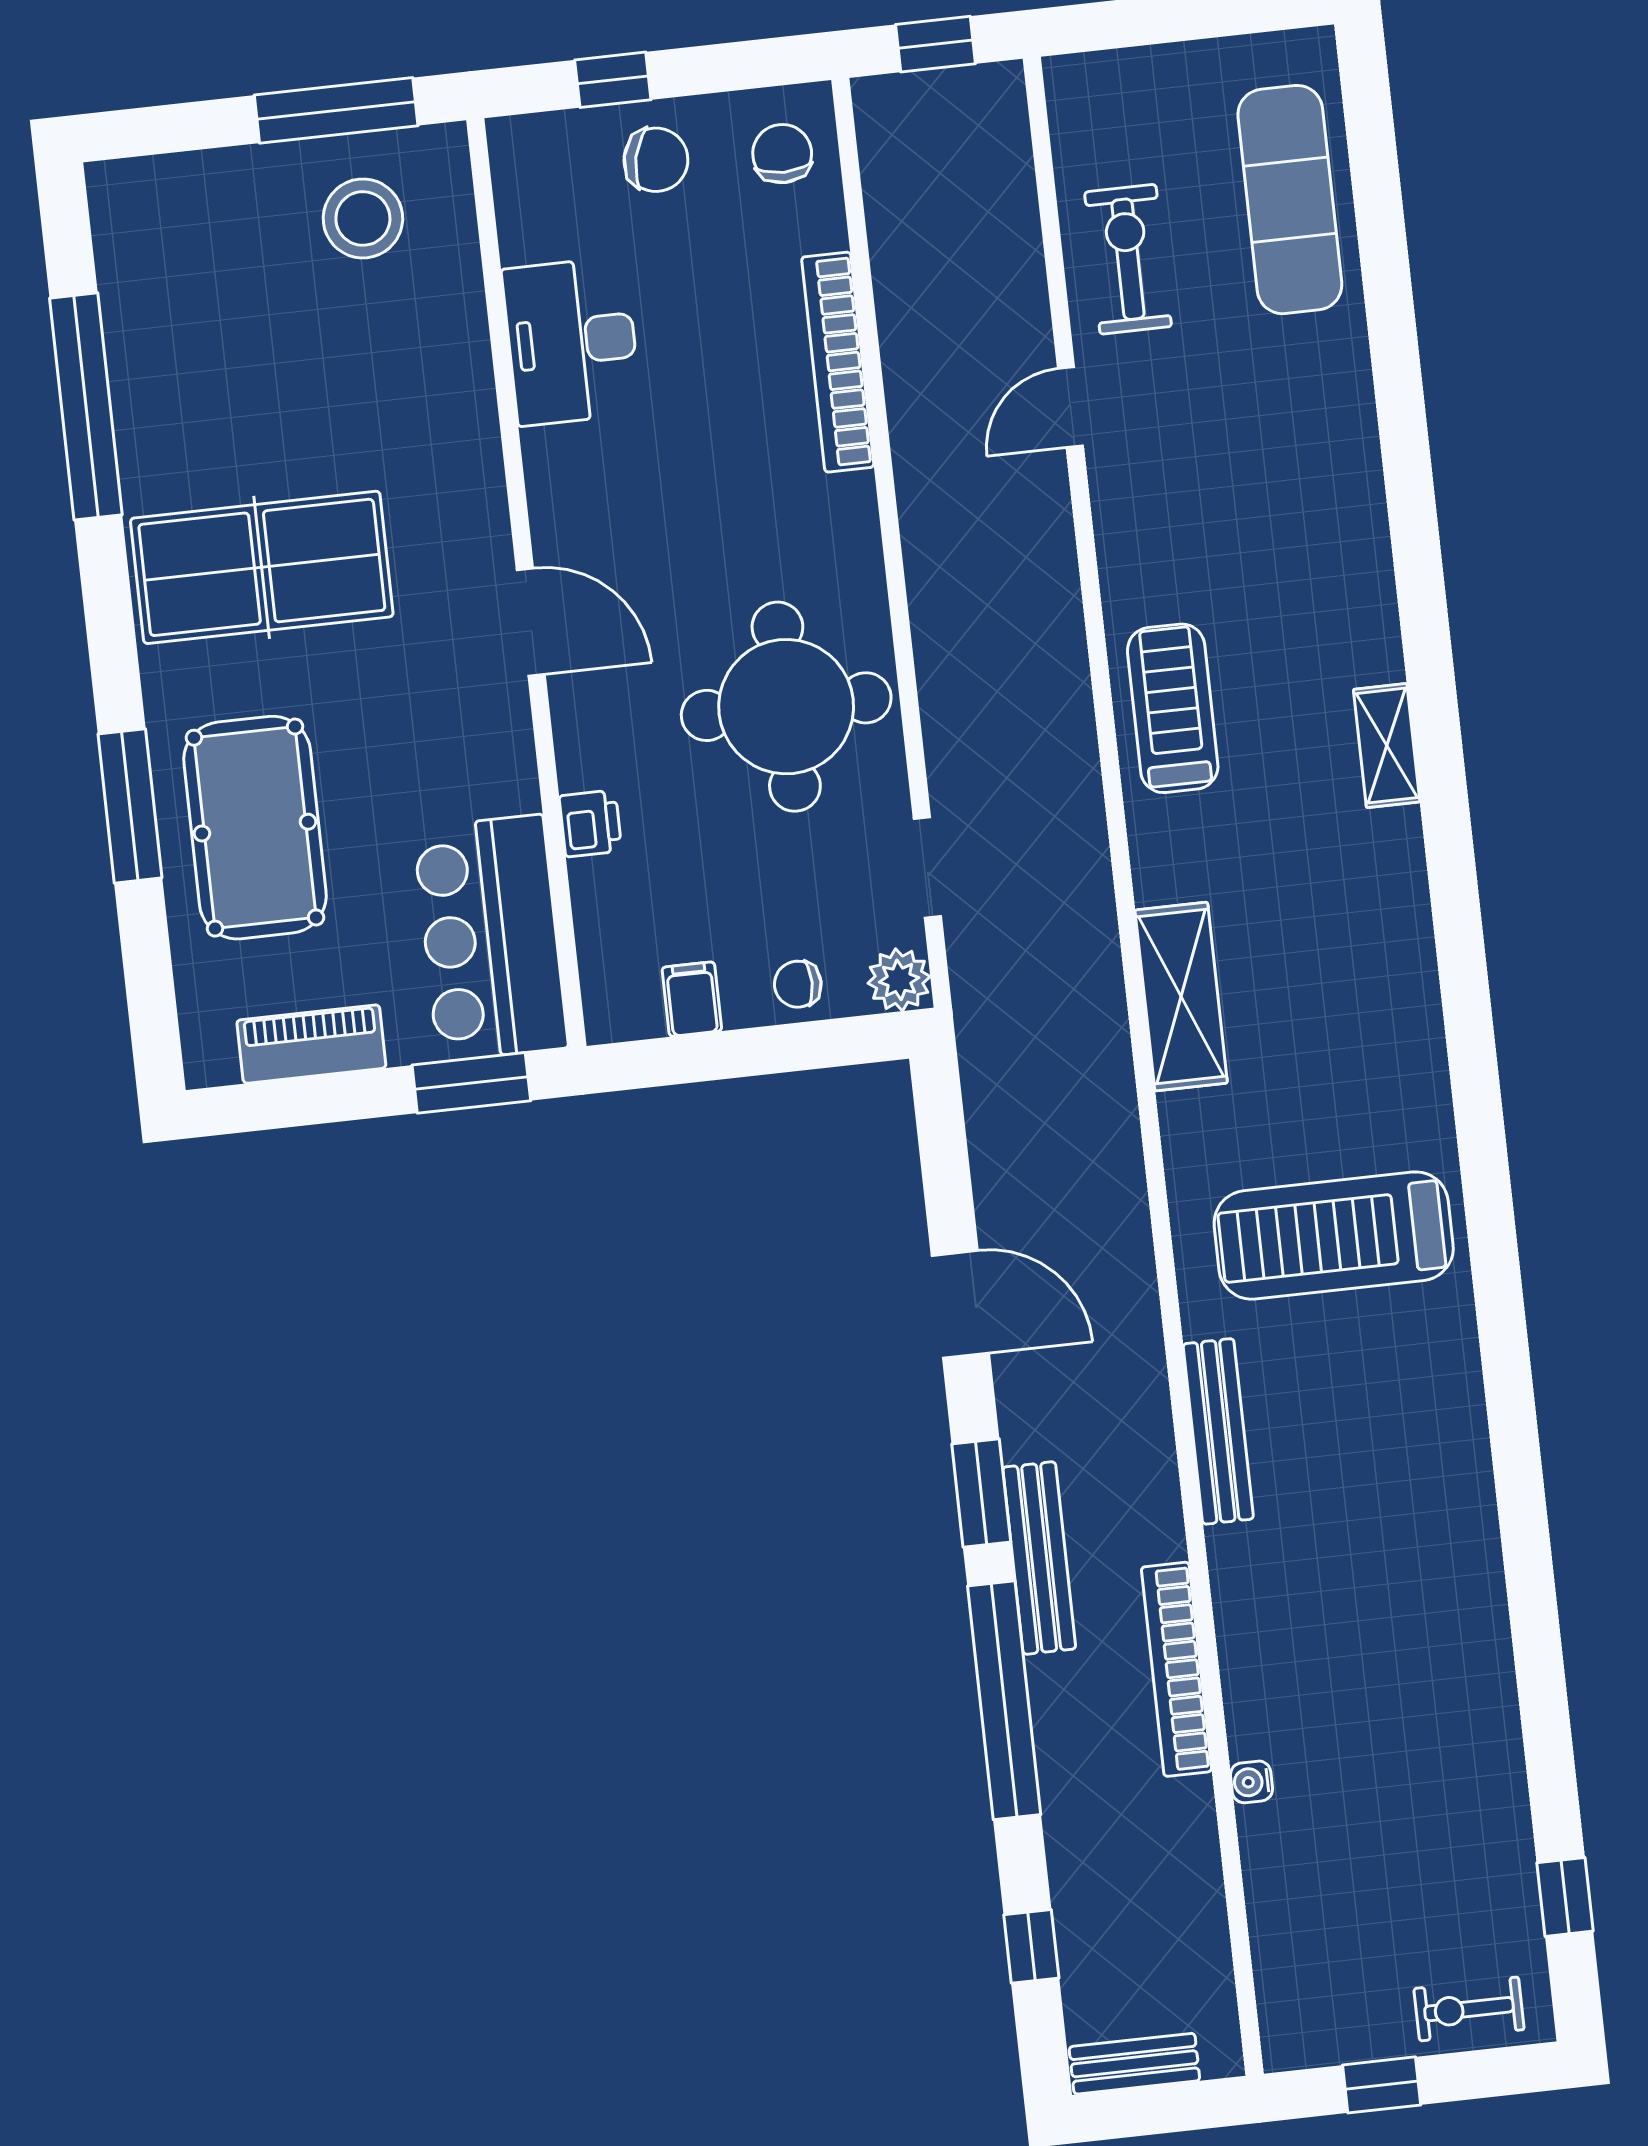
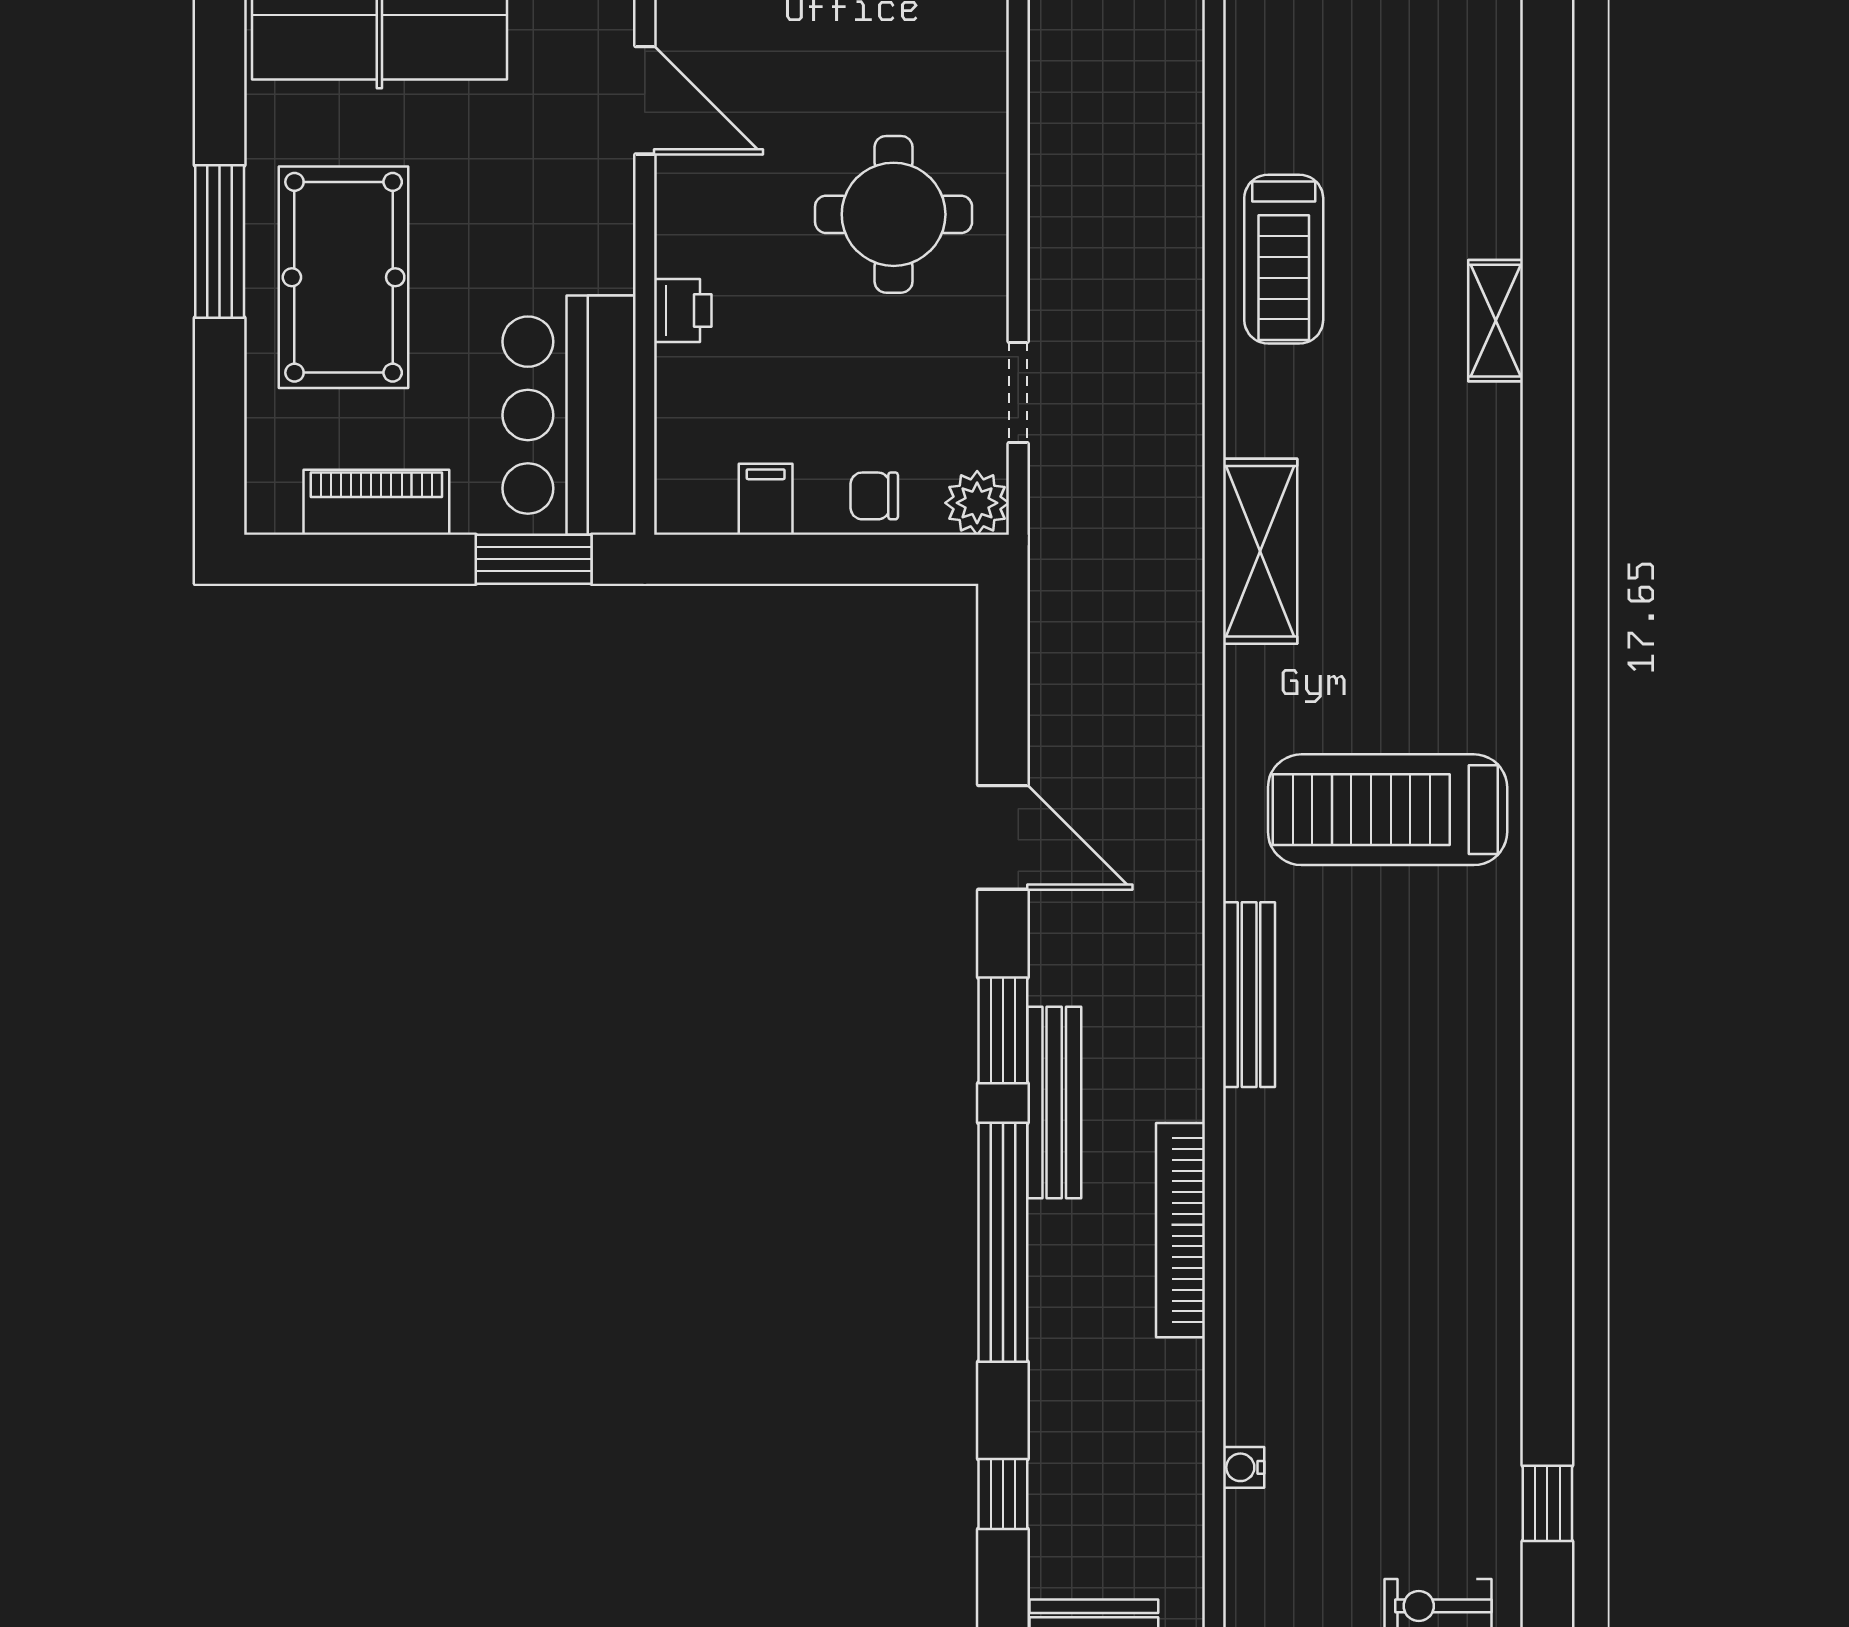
round table: (786, 707) -> (894, 214), width x0.73, depth x0.73
treadmill: (1173, 708) -> (1284, 259), turned 180
water cooler: (1251, 1782) -> (1244, 1467), moved

